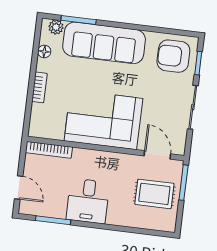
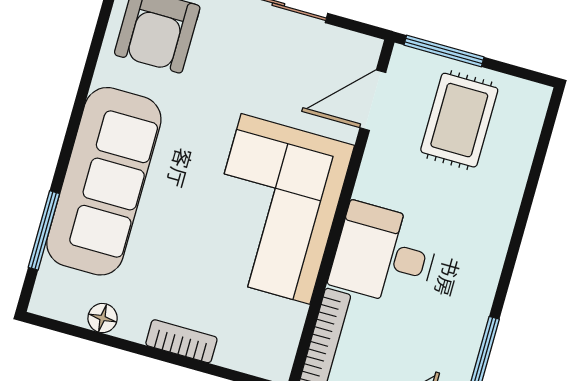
plant: (56, 27) -> (52, 283), removed
desk: (88, 201) -> (385, 254), moved, turned 180

